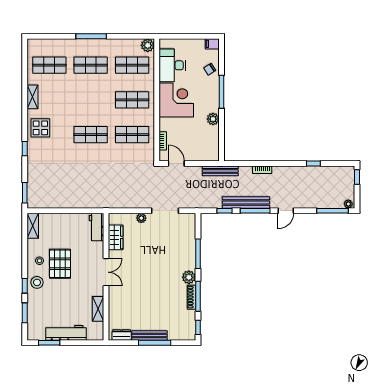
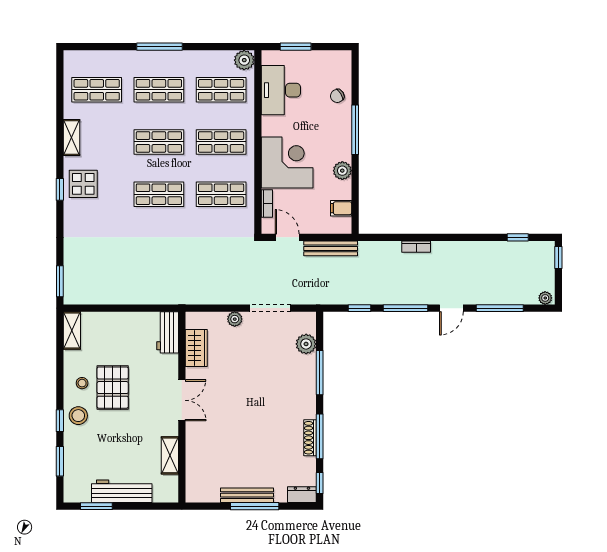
window: (182, 36) -> (296, 47), added
filing cabinet: (212, 44) -> (341, 208), moved
shop shelf: (91, 100) -> (159, 142), added
corner desk: (176, 100) -> (287, 162), moved
window: (25, 149) -> (60, 189), moved
window: (313, 164) -> (518, 237), moved
bench: (220, 171) -> (331, 248), moved
bench: (246, 202) -> (392, 296), removed
window: (332, 211) -> (500, 308), moved
plant: (189, 277) -> (306, 344), moved
dresser: (122, 335) -> (302, 495), moved

